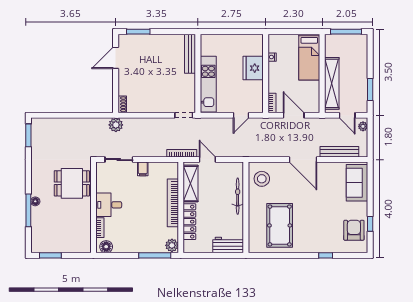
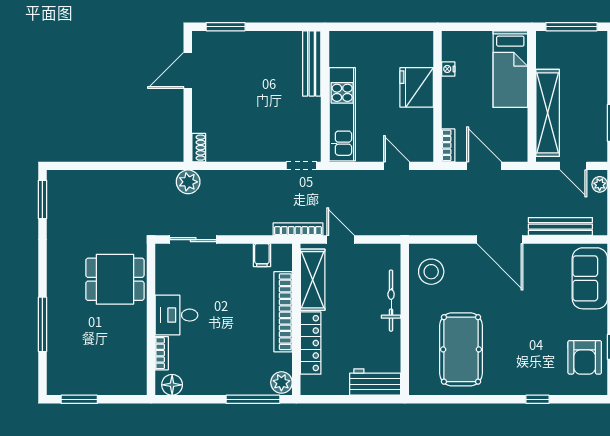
door: (241, 115) -> (397, 166), swing flipped
filing cabinet: (143, 169) -> (262, 255), moved
floor lamp: (35, 201) -> (54, 309), removed
armchair: (354, 230) -> (585, 357), turned 180

